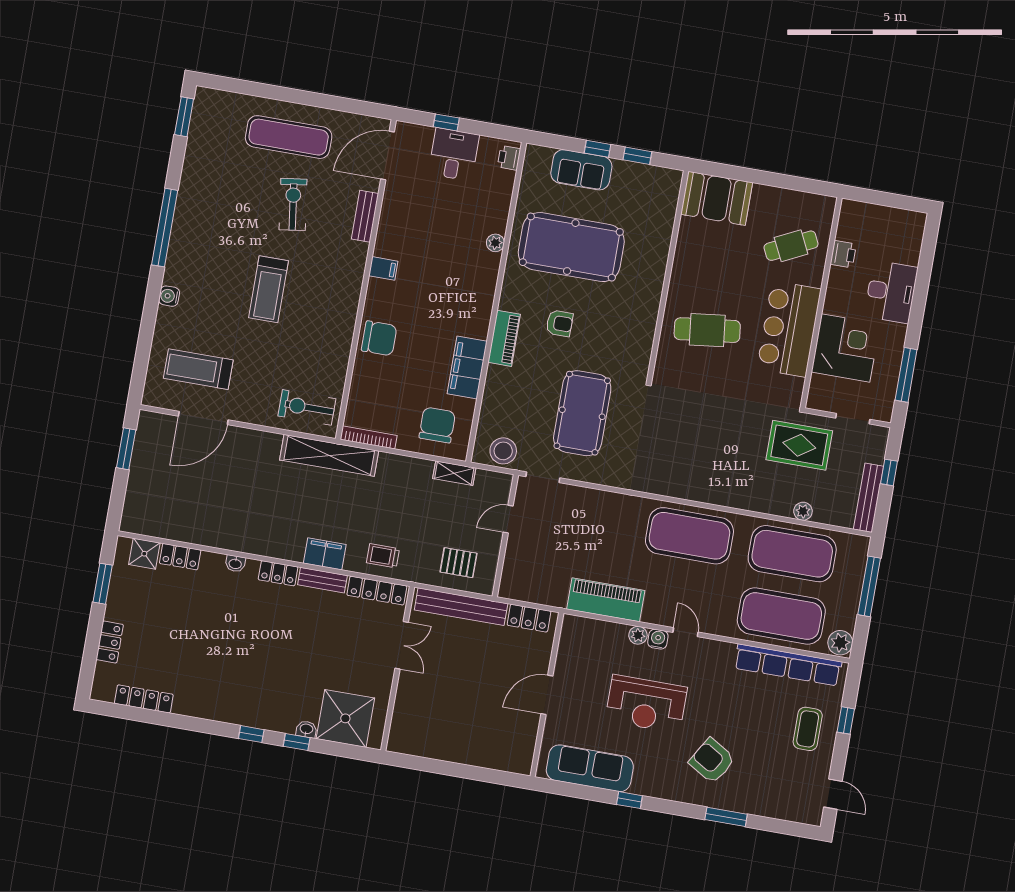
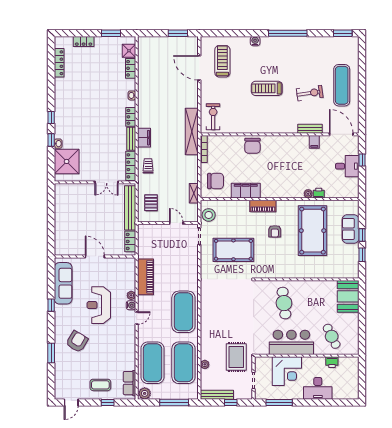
printer: (509, 158) -> (319, 193), moved
filing cabinet: (383, 268) -> (314, 142), moved
row of seats: (788, 665) -> (130, 383), width x0.50

